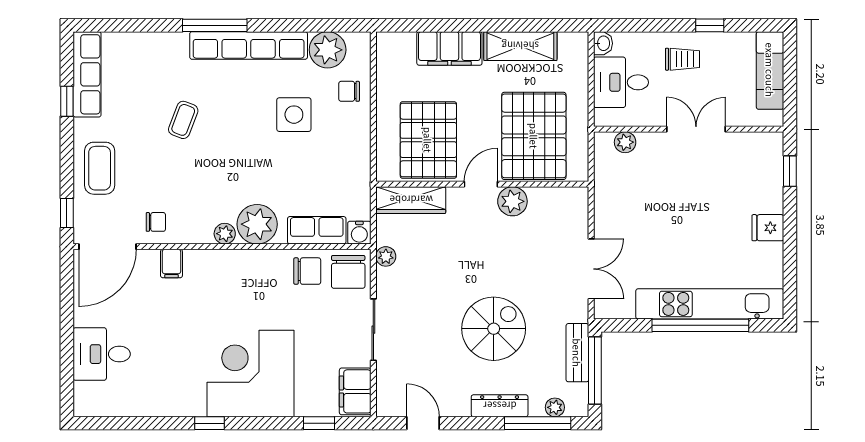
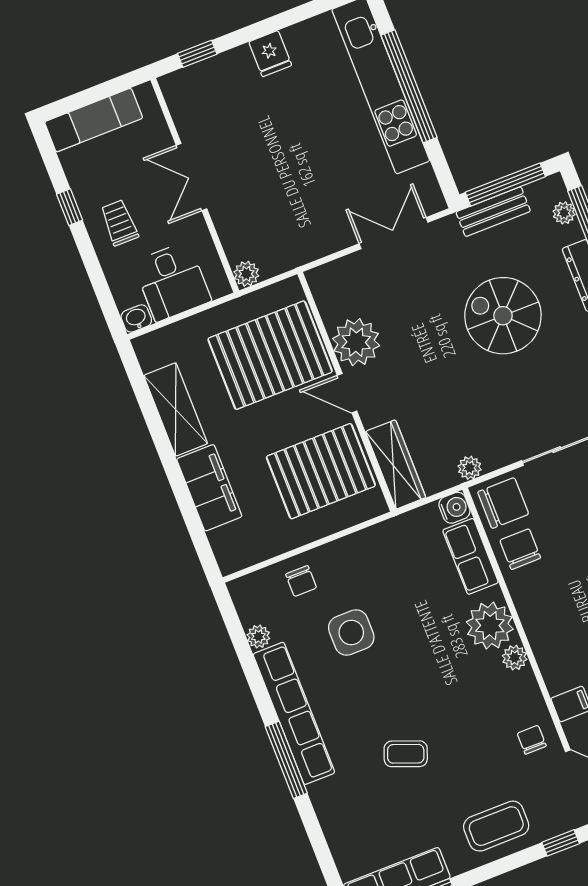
plant: (328, 50) -> (258, 637), width x0.53, depth x0.53
plant: (625, 142) -> (246, 274), moved
plant: (512, 201) -> (356, 342), width x1.36, depth x1.36

